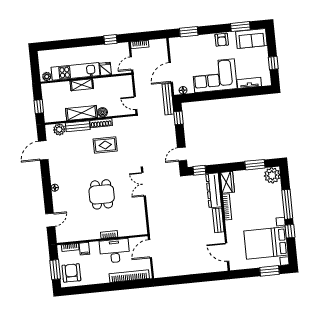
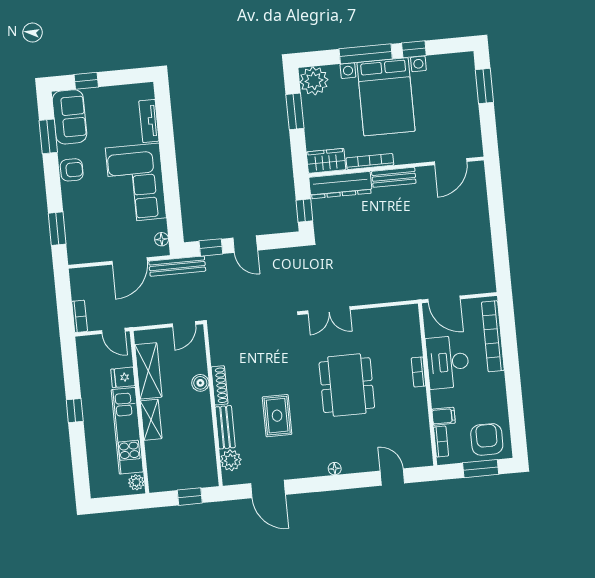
window: (110, 40) -> (75, 411), moved
window: (273, 63) -> (86, 81), moved
door: (171, 72) -> (130, 261), hinge flipped
shelving: (82, 113) -> (148, 371), moved
rug: (105, 145) -> (277, 416), moved
door: (182, 154) -> (245, 244), moved
dining table: (102, 194) -> (347, 385), width x1.37
bed with nightstands: (266, 243) -> (386, 97), moved
armchair: (71, 273) -> (487, 439), turned 90

